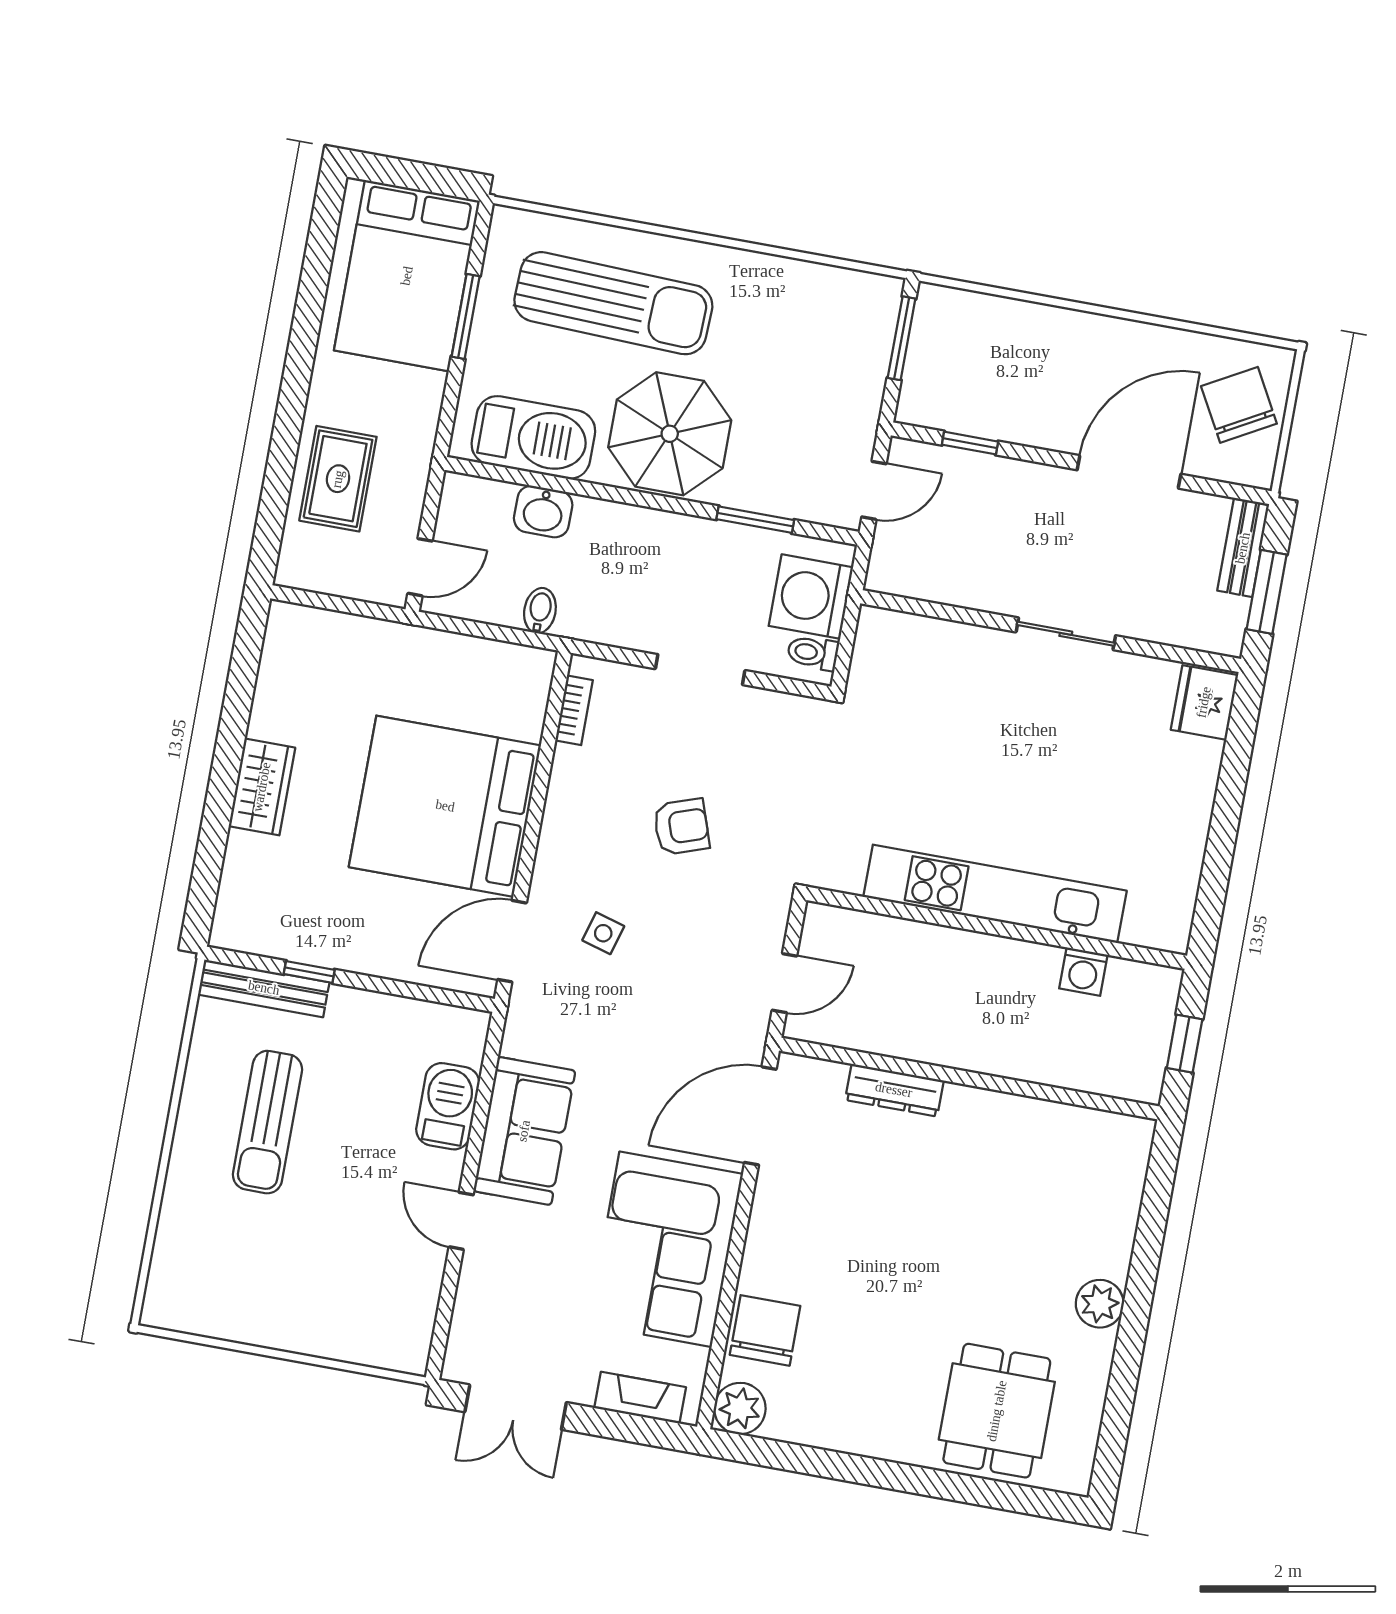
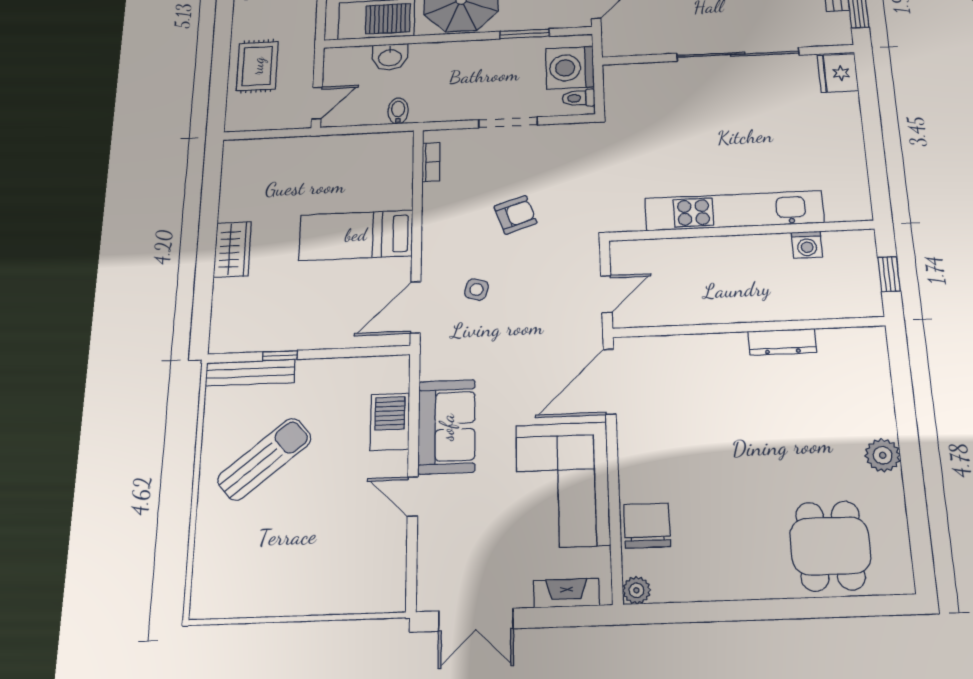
sliding door: (1066, 634) -> (738, 54), width x1.86
bed: (445, 806) -> (356, 235), width x0.49
dresser: (894, 1090) -> (782, 342), moved
sun lounger: (267, 1122) -> (264, 459), turned -130
plant: (740, 1408) -> (636, 590), width x0.73, depth x0.73

